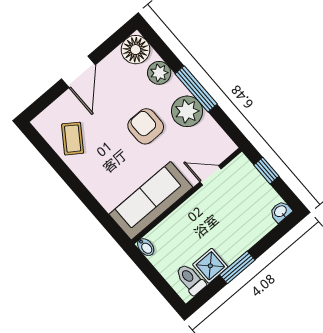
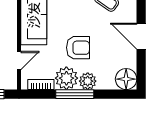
plant: (159, 73) -> (88, 81), moved
bookcase: (216, 132) -> (41, 84), added

